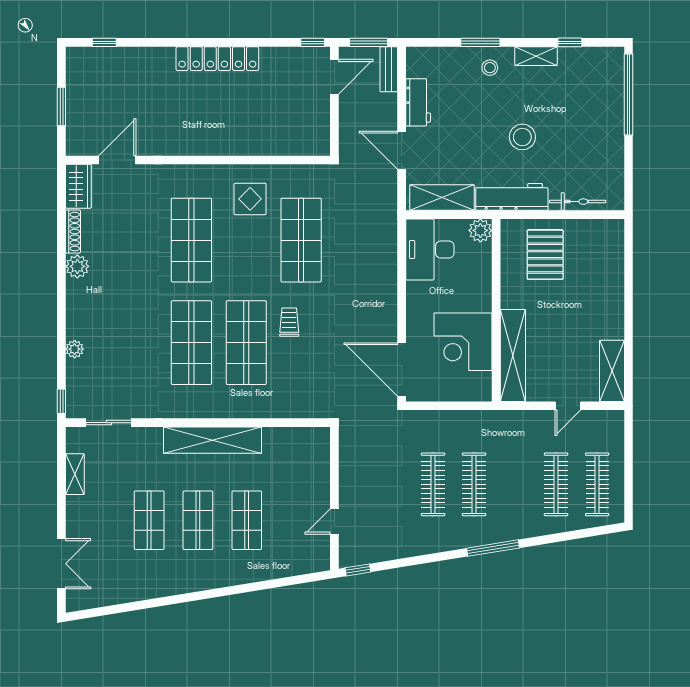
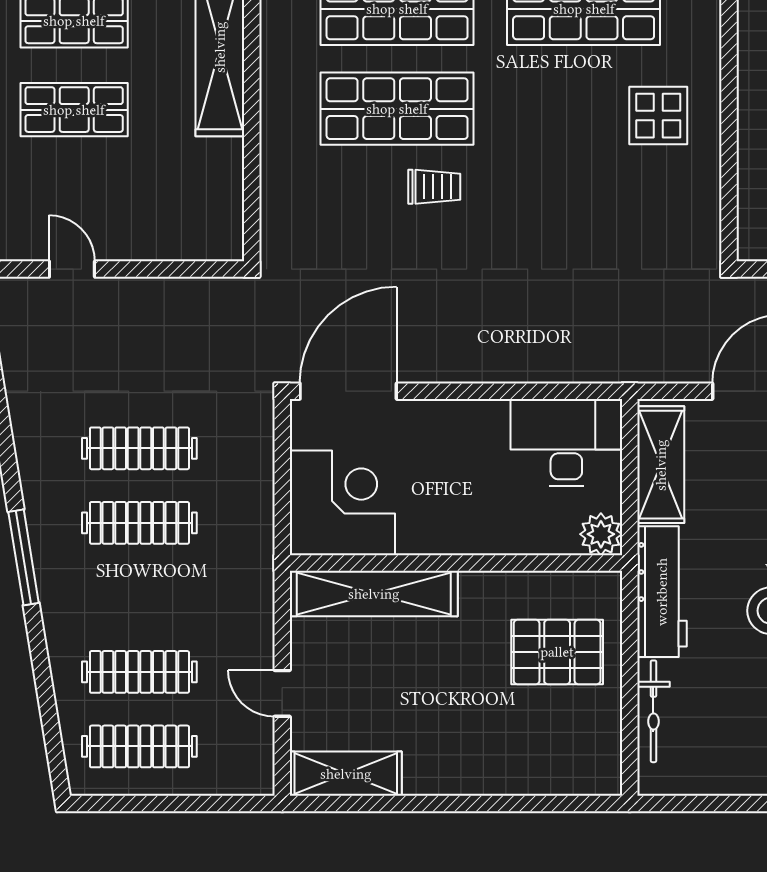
shop shelf: (301, 240) -> (584, 208), removed
corner desk: (463, 342) -> (342, 503), moved, turned 90

